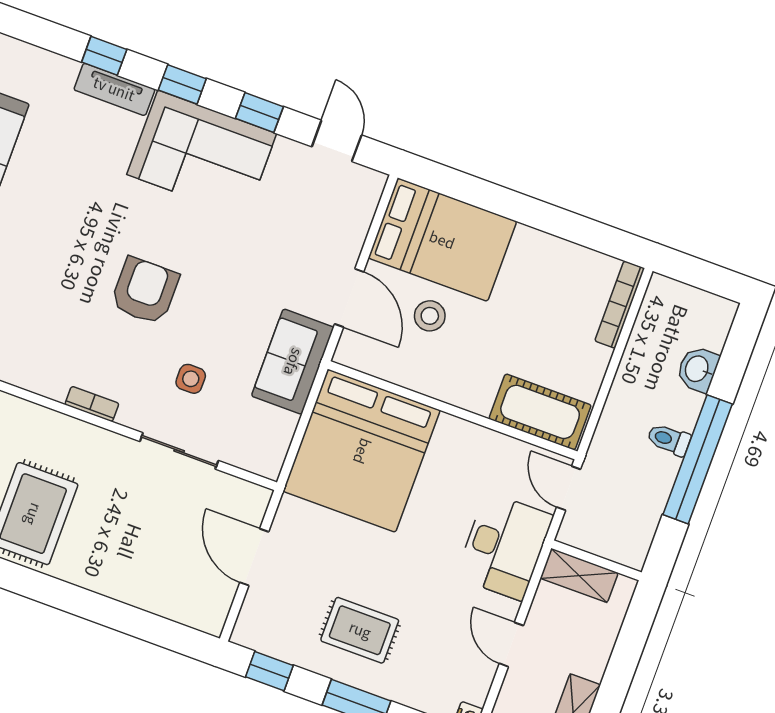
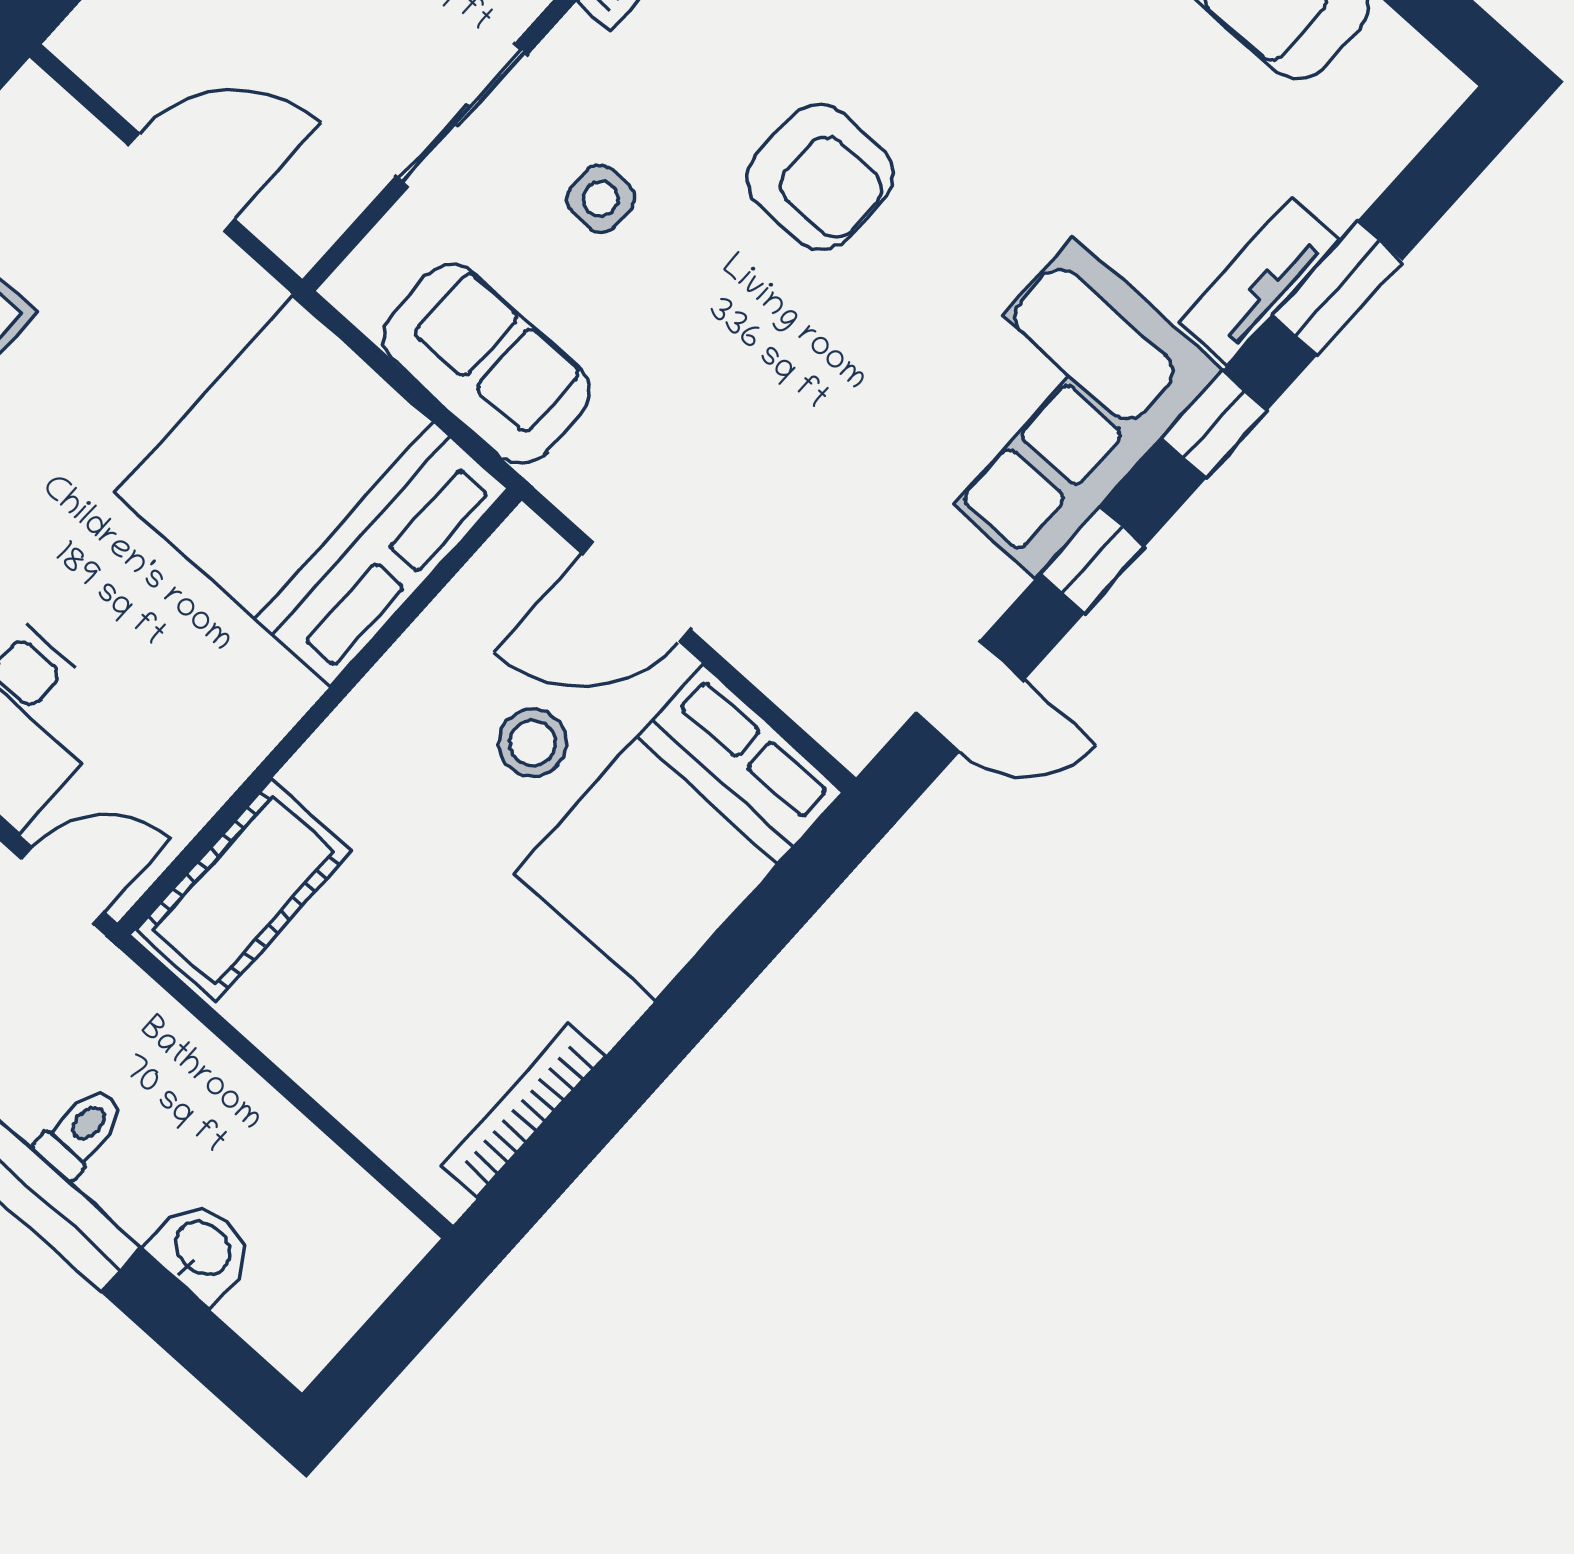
window: (104, 56) -> (1337, 288), width x1.50
bookcase: (620, 305) -> (523, 1111), moved, turned -90
sofa: (293, 362) -> (487, 364), moved

